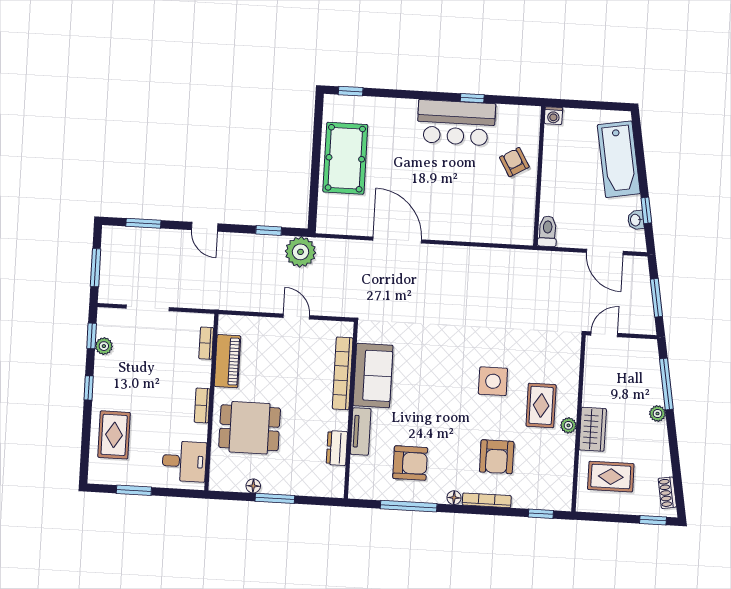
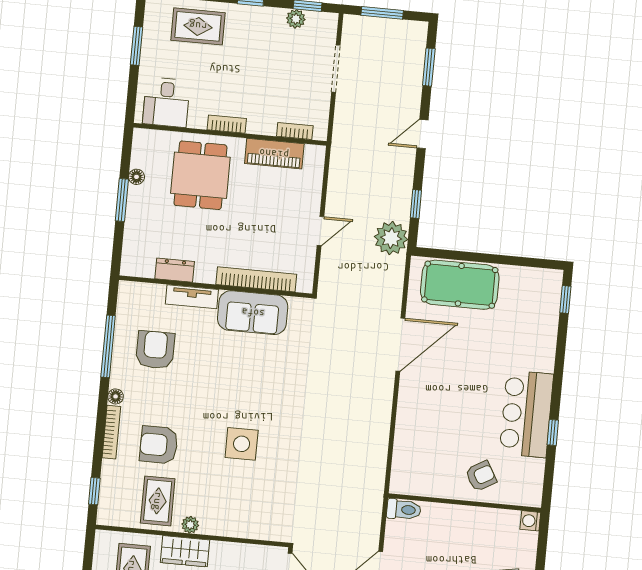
pool table: (345, 158) -> (460, 285), moved
rug: (541, 405) -> (158, 501), moved, turned 90
armchair: (410, 463) -> (155, 350), turned 180

